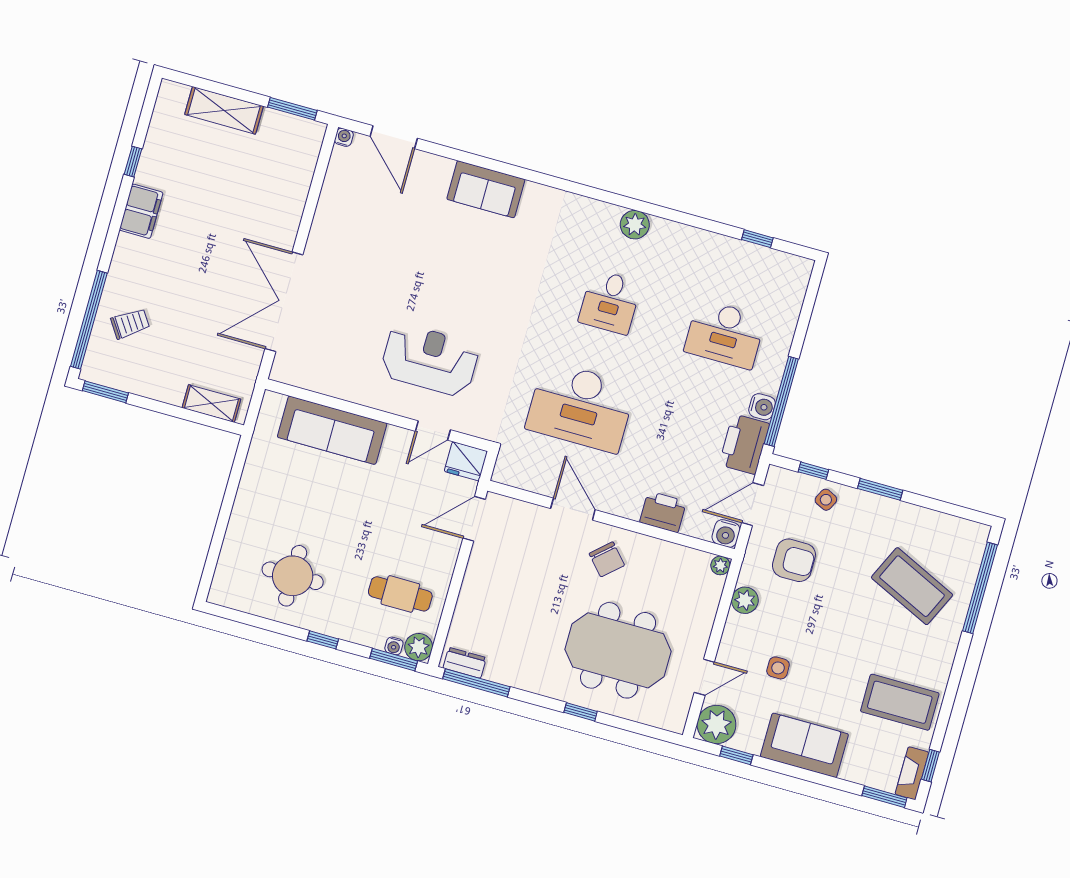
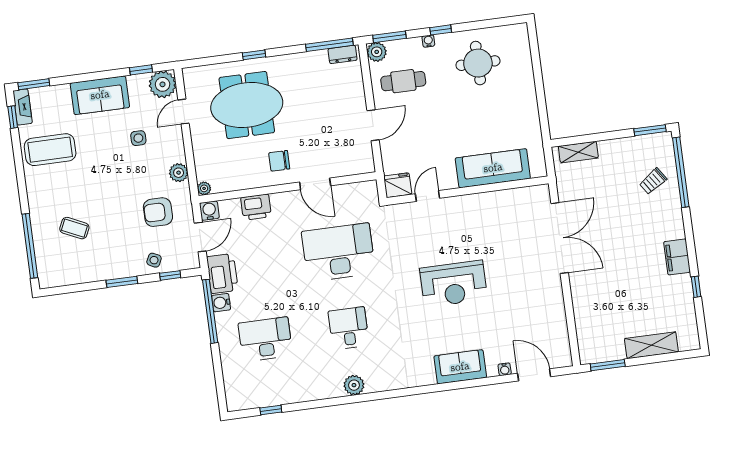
water cooler: (344, 137) -> (505, 369), moved
reception desk: (430, 360) -> (454, 284), moved
door: (474, 519) -> (373, 125), moved
chair: (607, 559) -> (279, 161), turned -48
coffee table: (912, 586) -> (74, 228), width x0.54, depth x0.58
water cooler: (394, 646) -> (428, 41), moved

